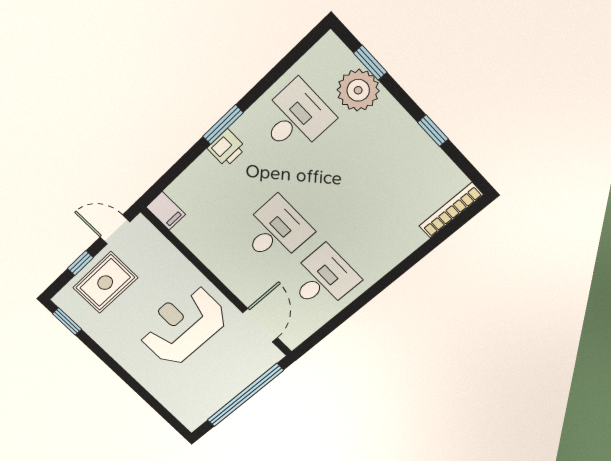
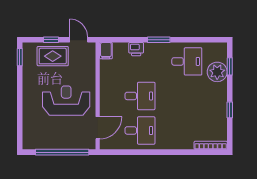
printer: (227, 148) -> (136, 49), moved

